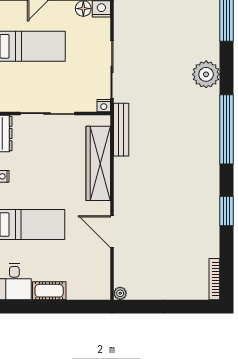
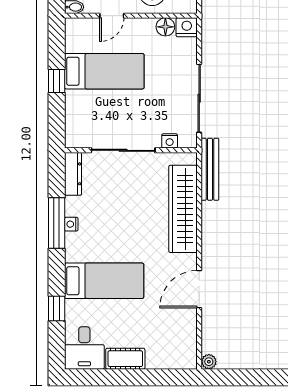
nightstand: (104, 106) -> (170, 141), moved
door: (112, 232) -> (199, 289), hinge flipped

